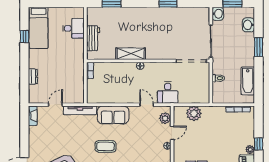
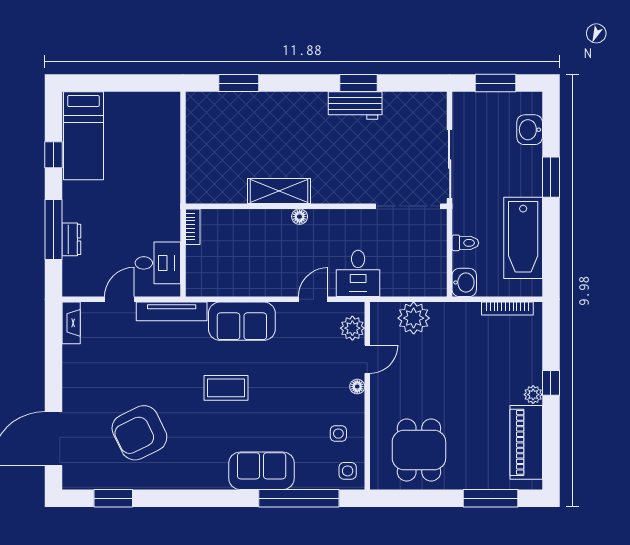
washbasin: (218, 14) -> (464, 282), moved
desk: (73, 28) -> (158, 263), moved
workbench: (93, 38) -> (355, 106), moved, turned 90
window: (24, 72) -> (53, 229), added
bathtub: (248, 81) -> (523, 238), width x1.36, depth x1.36
door: (147, 105) -> (313, 299), hinge flipped

